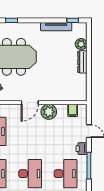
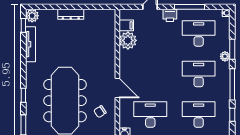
plant: (81, 44) -> (32, 16), moved
door: (30, 103) -> (117, 88), moved
plant: (49, 112) -> (128, 40), moved

